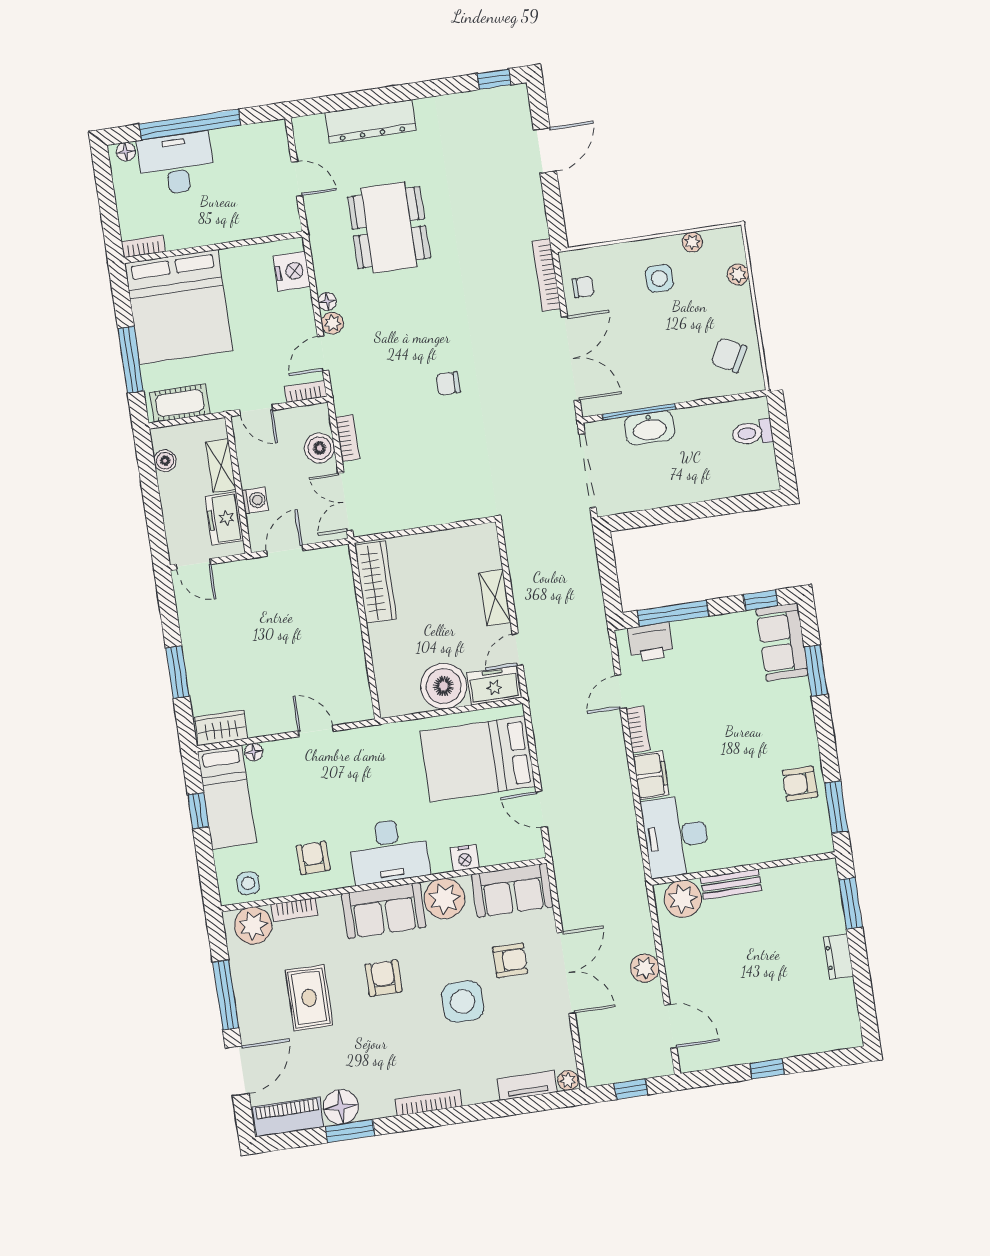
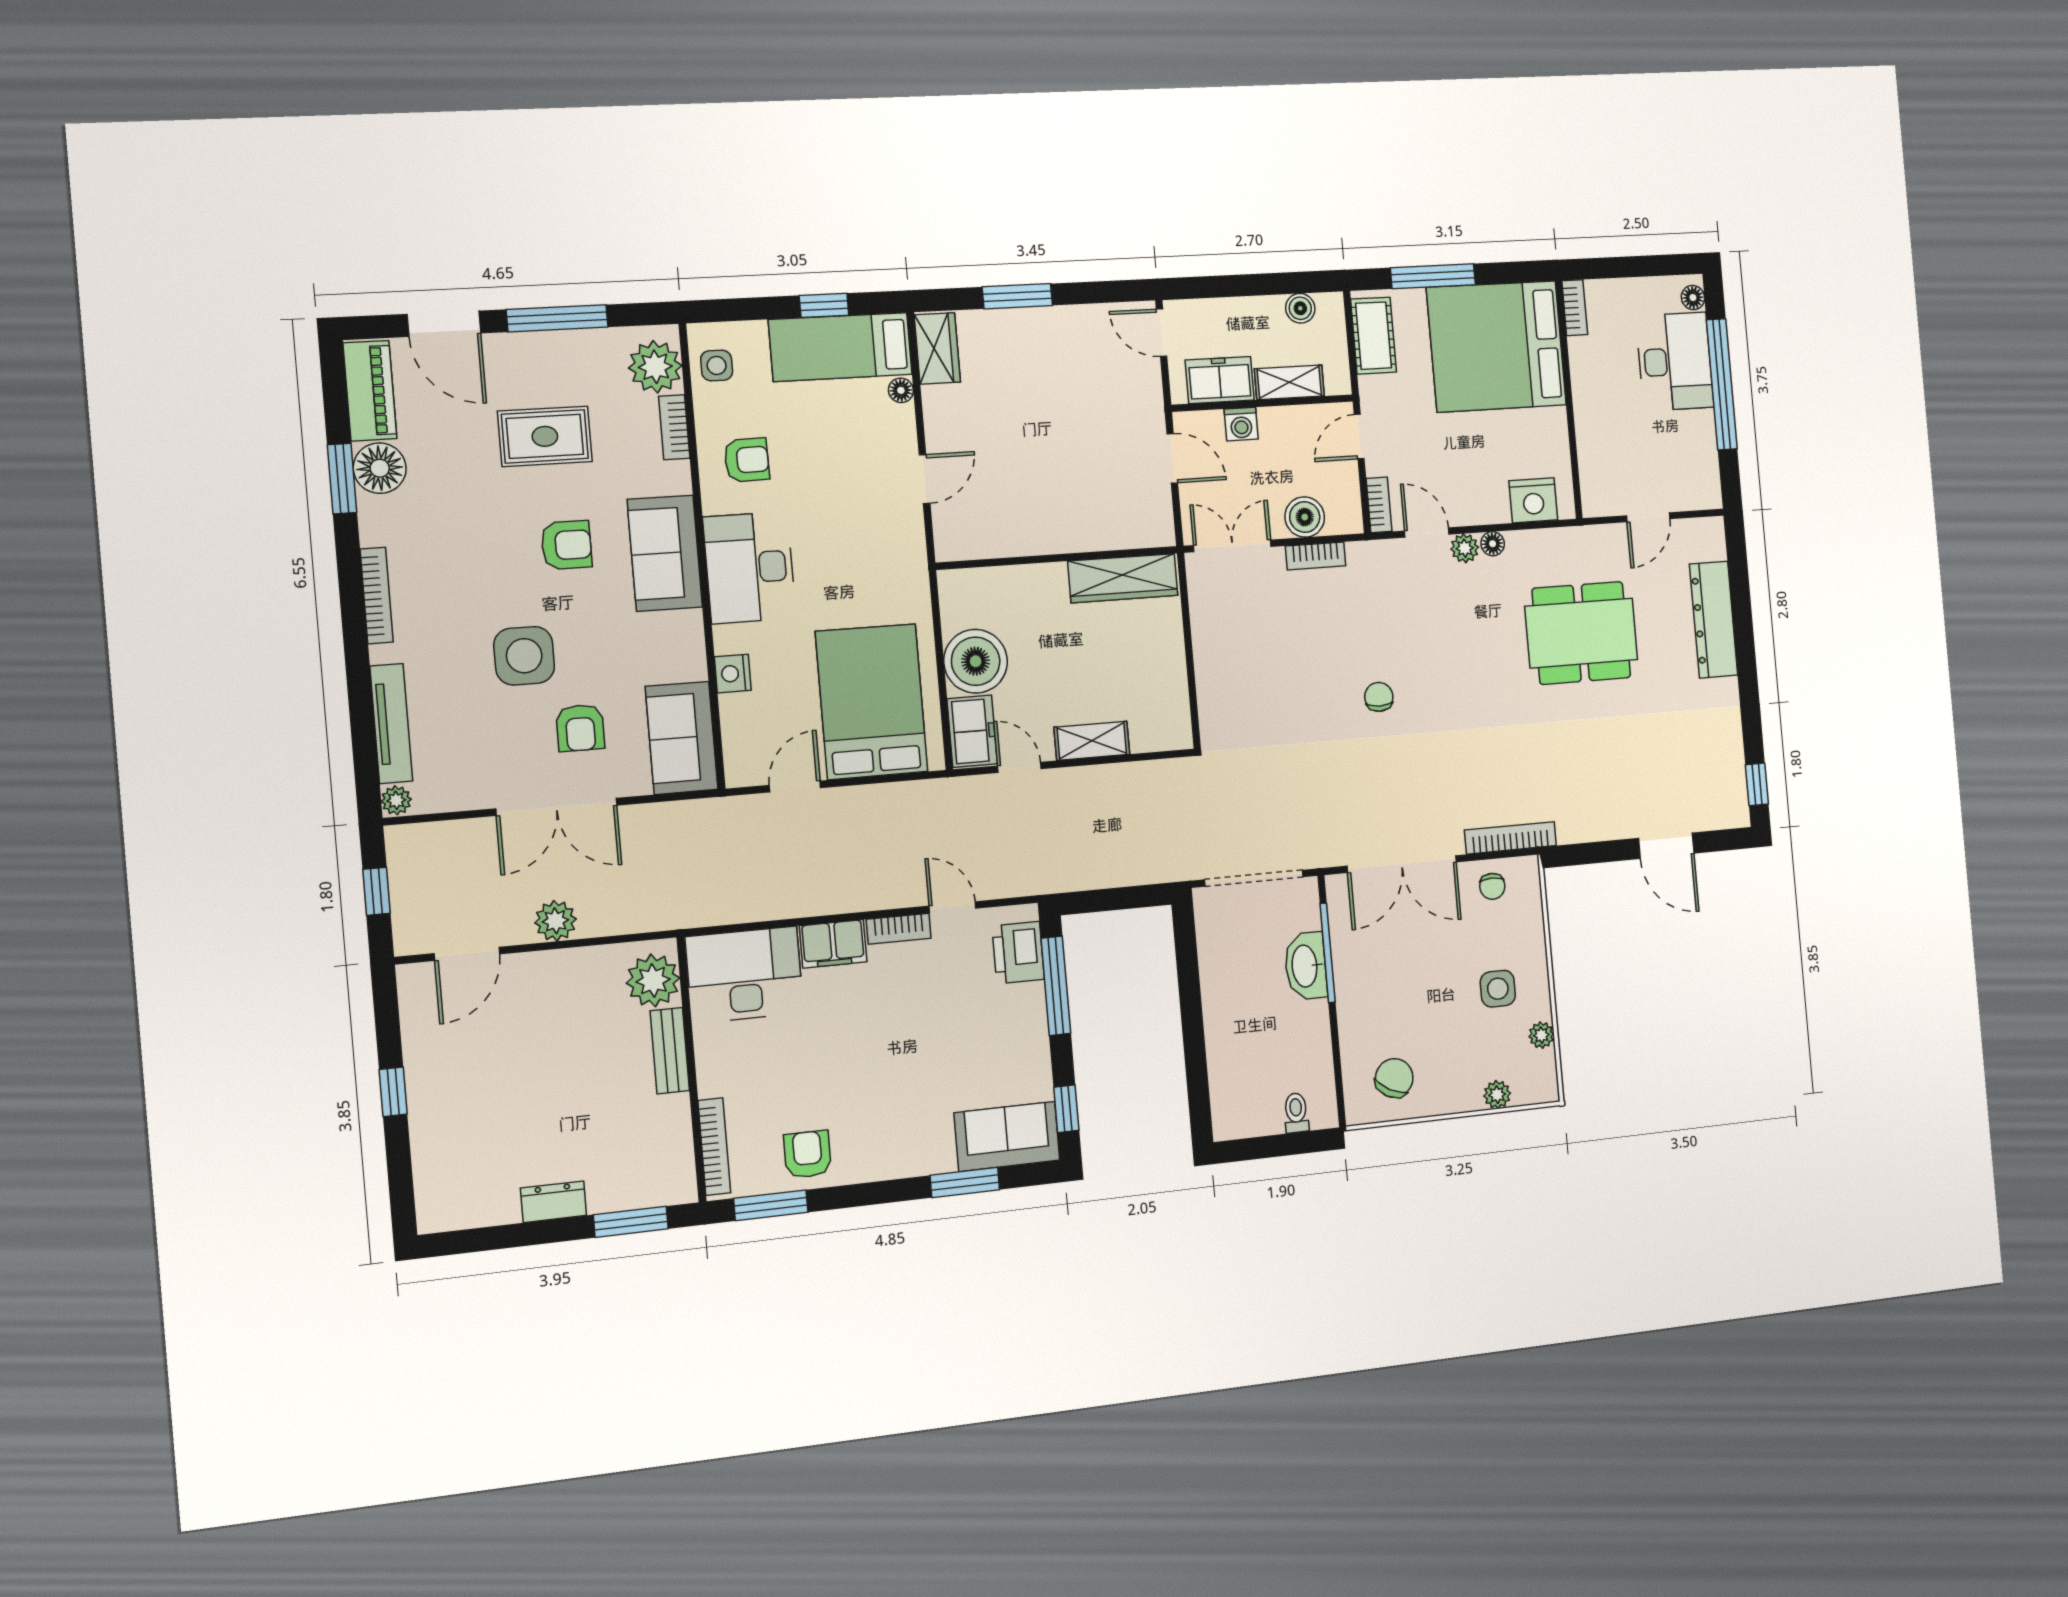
toilet: (752, 433) -> (1296, 1113), width x0.73, depth x0.72
door: (193, 564) -> (1162, 333), hinge flipped
bookcase: (797, 849) -> (714, 1147), added
plant: (445, 899) -> (676, 641), removed
tv unit: (527, 1085) -> (391, 724), width x1.41

